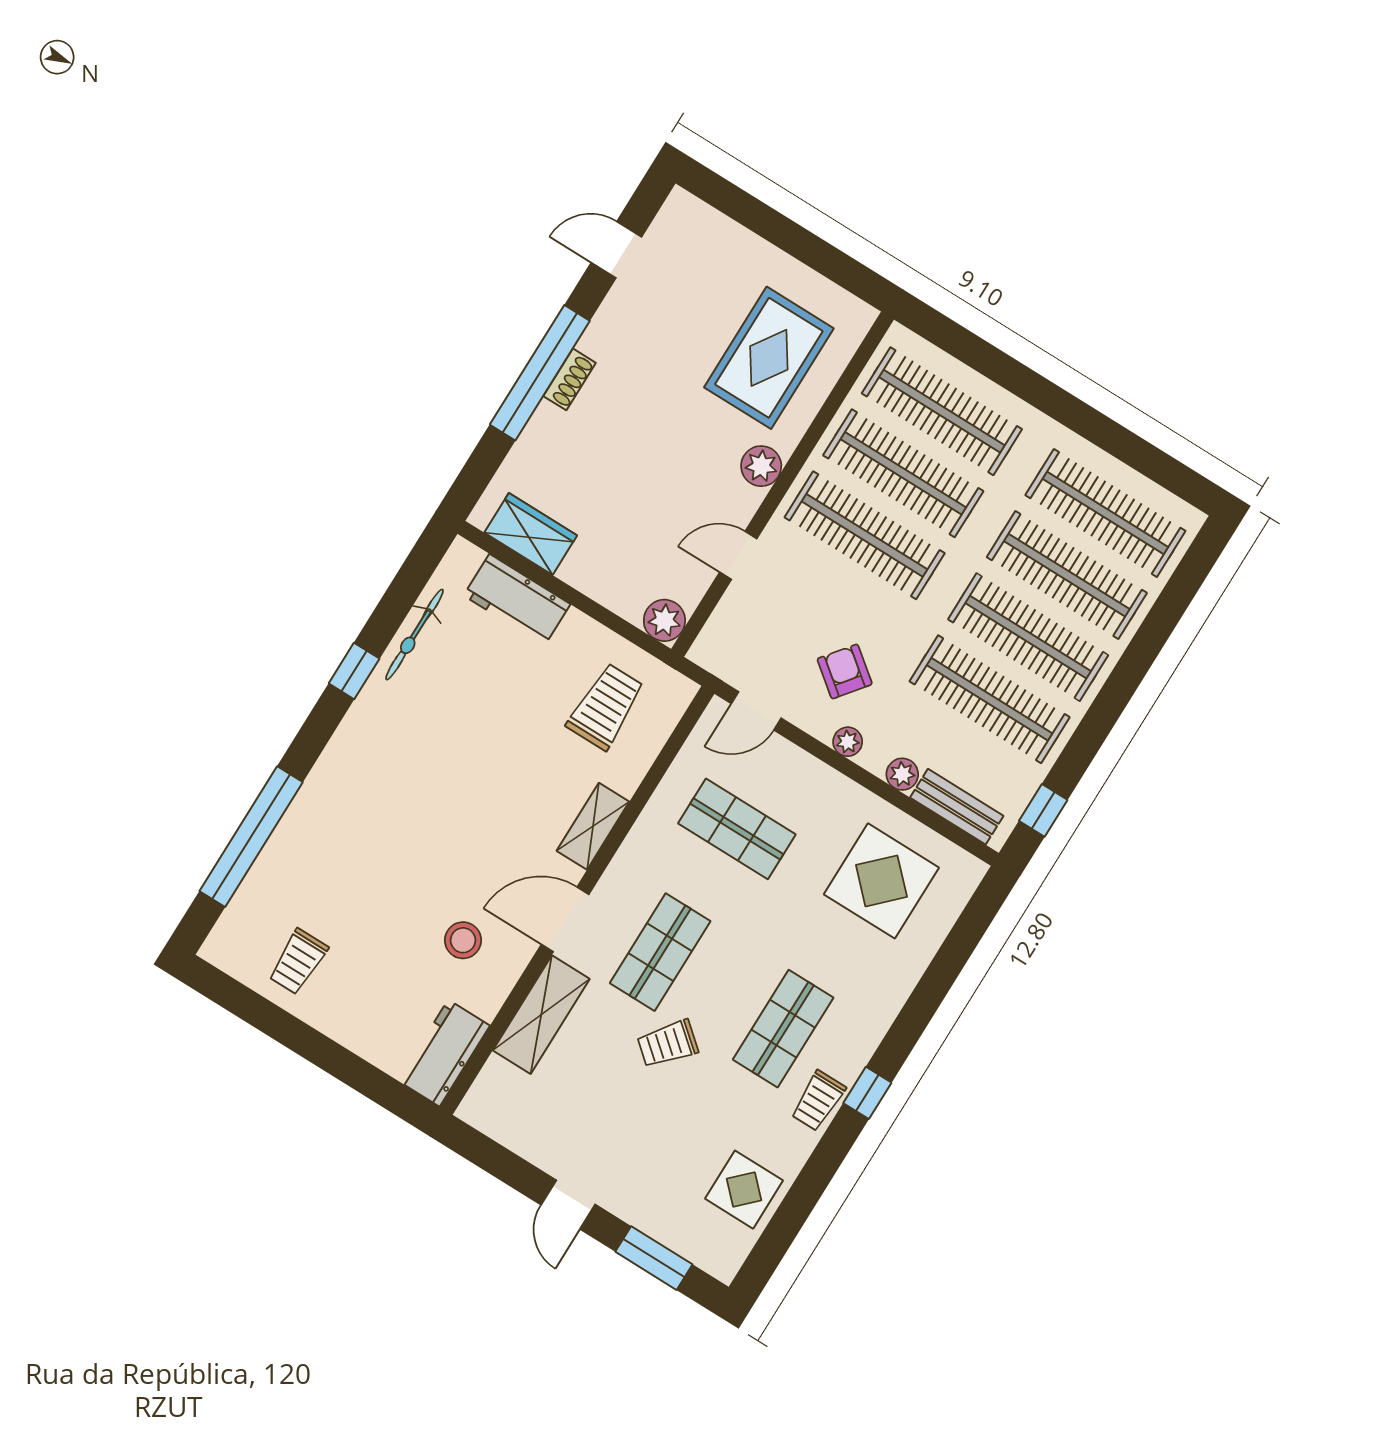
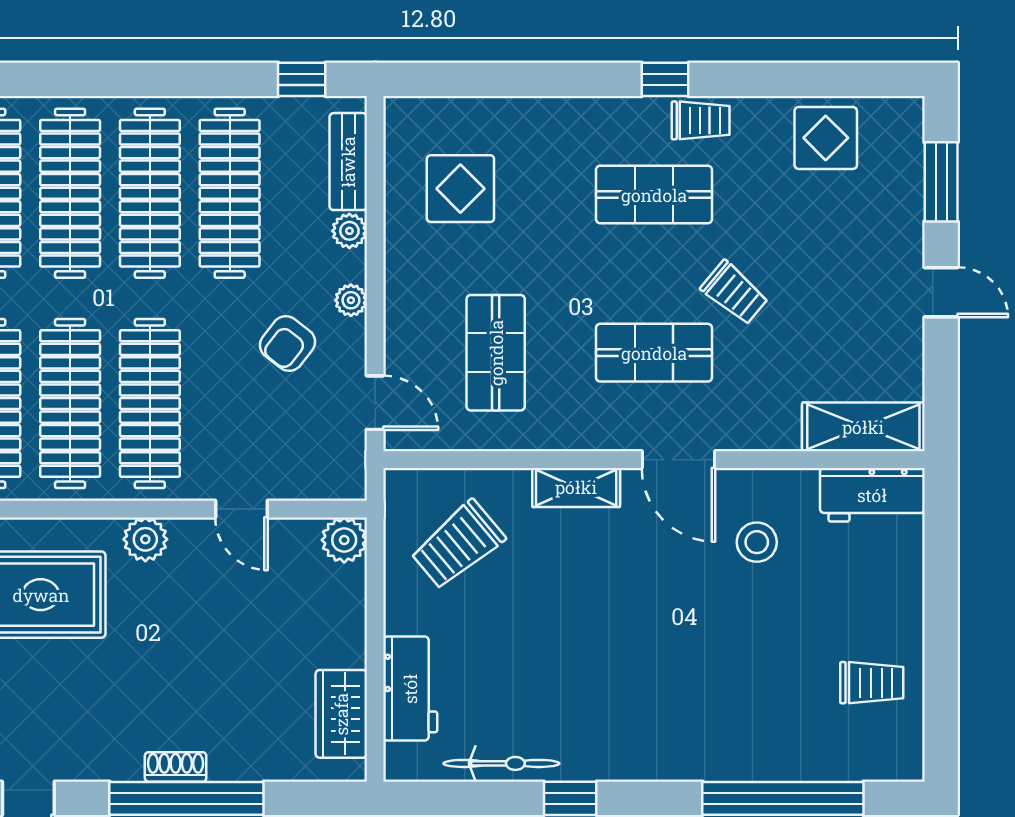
trolley: (606, 706) -> (458, 545), turned -40
display table: (881, 881) -> (460, 189), width x0.73, depth x0.73
shelving: (541, 1015) -> (863, 427), moved
door: (568, 1205) -> (941, 292), hinge flipped

